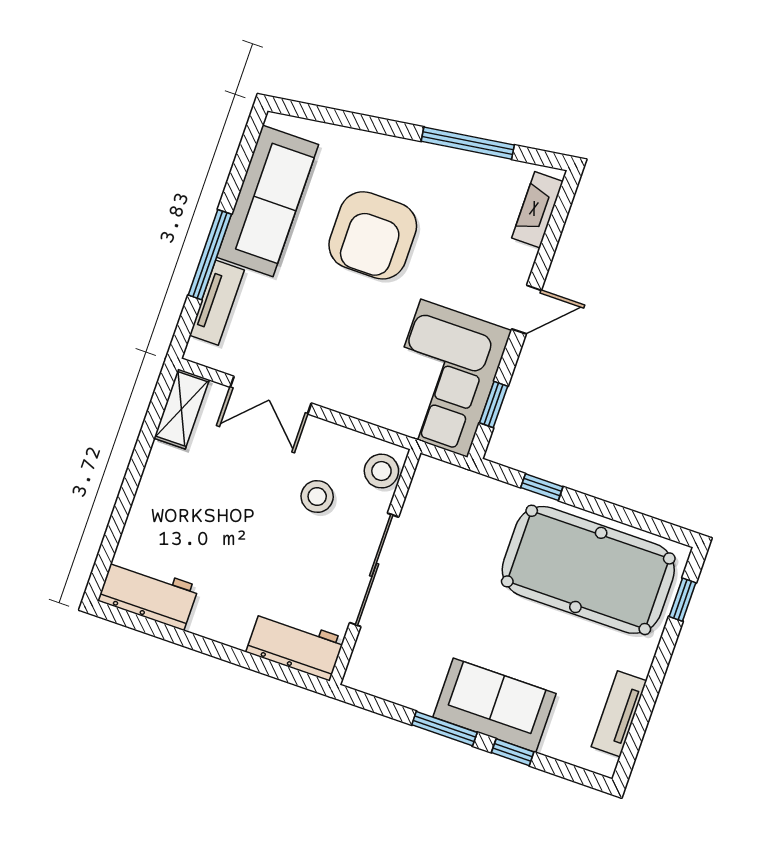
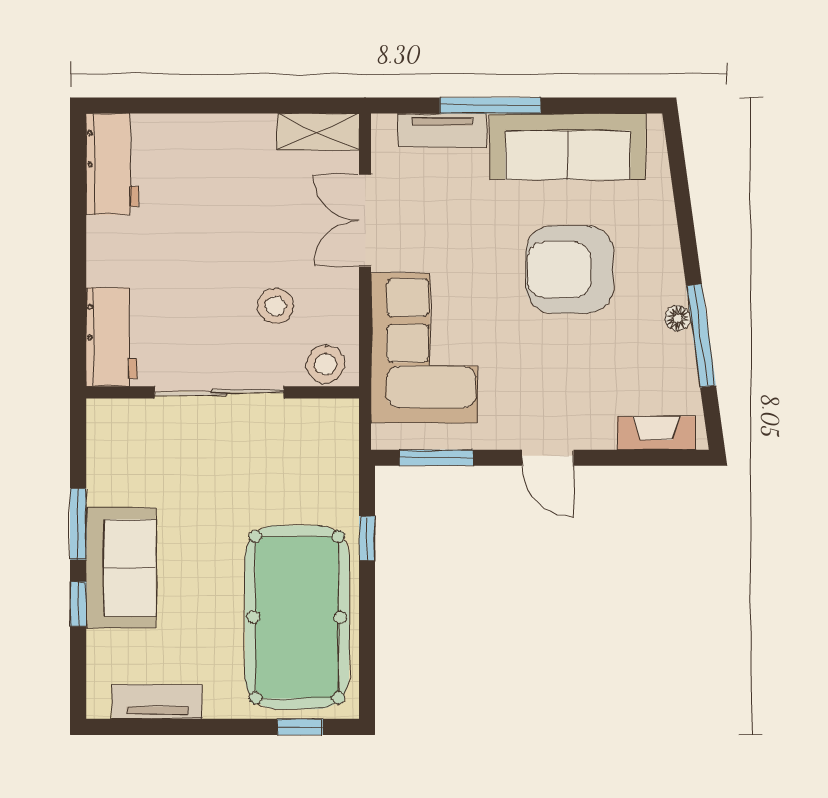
floor lamp: (446, 158) -> (678, 318), added
corner sofa: (444, 378) -> (424, 348), moved, turned 90
window: (494, 405) -> (436, 458), width x1.50

